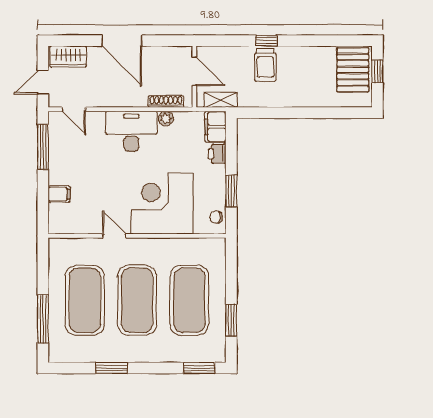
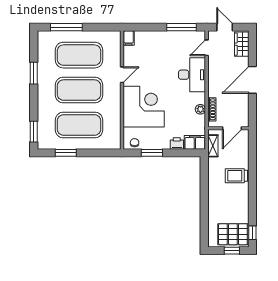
window: (266, 41) -> (252, 233), moved
desk: (131, 131) -> (192, 75), moved
filing cabinet: (59, 194) -> (129, 38), moved

